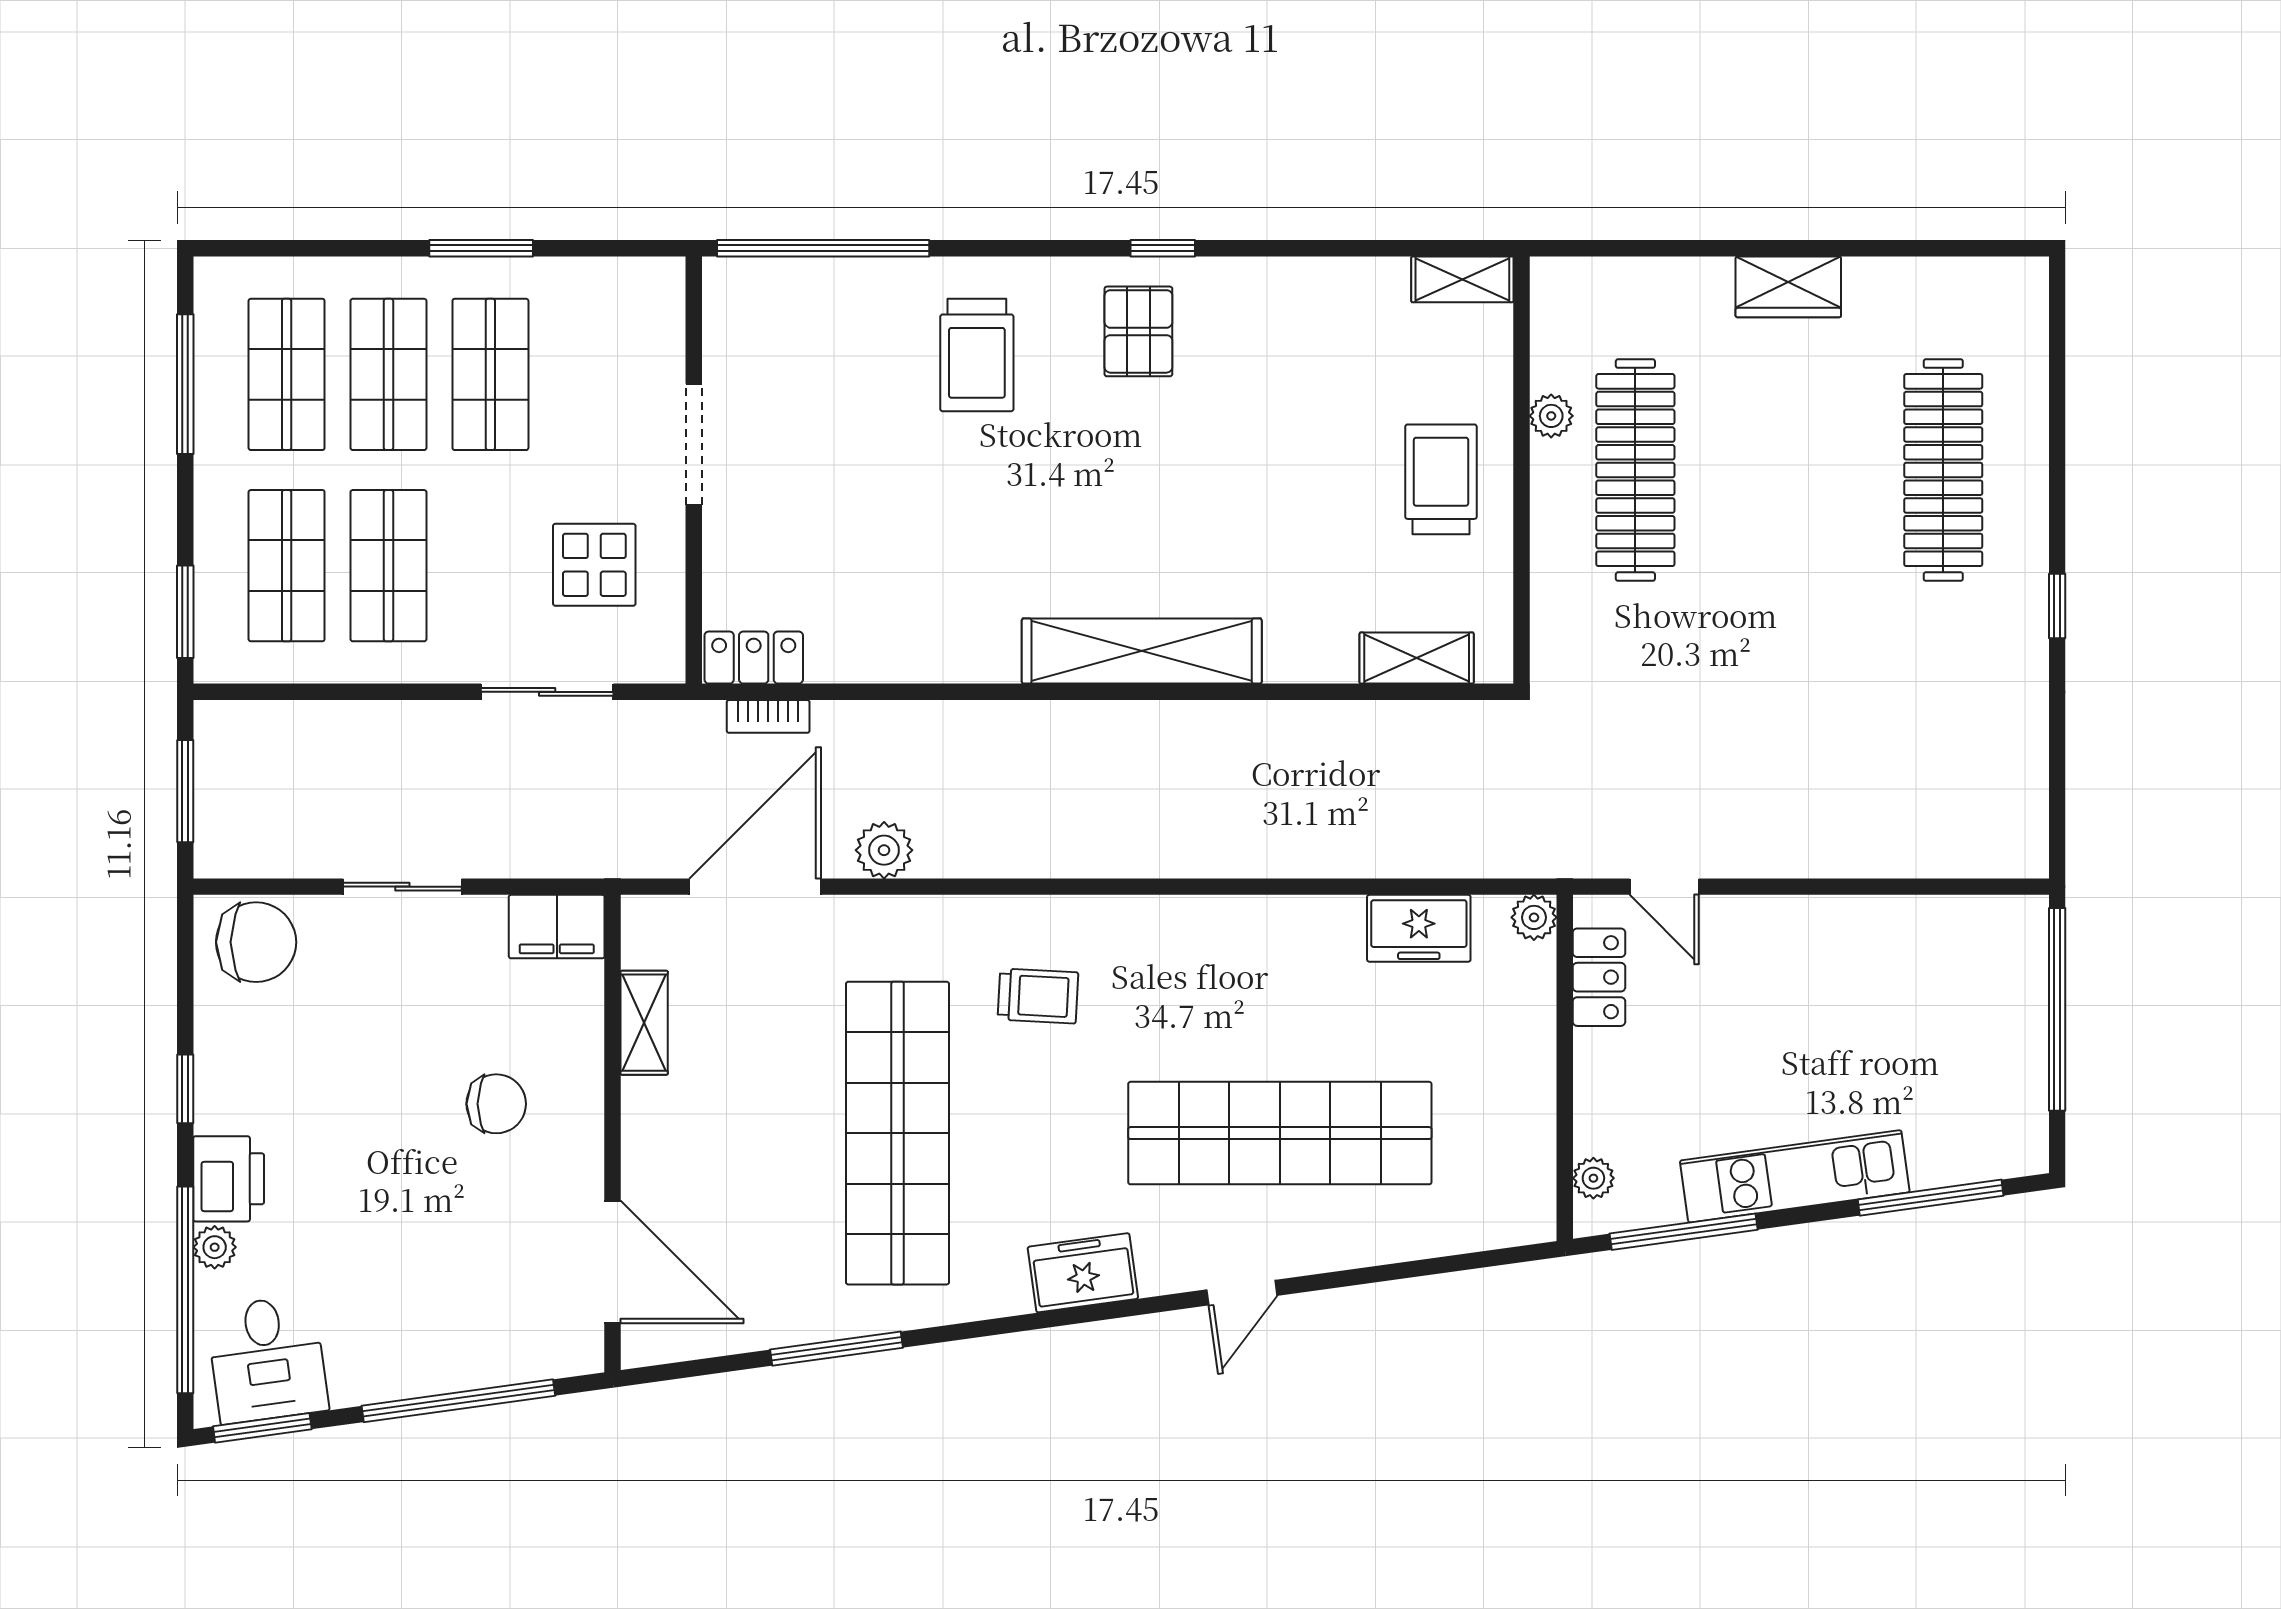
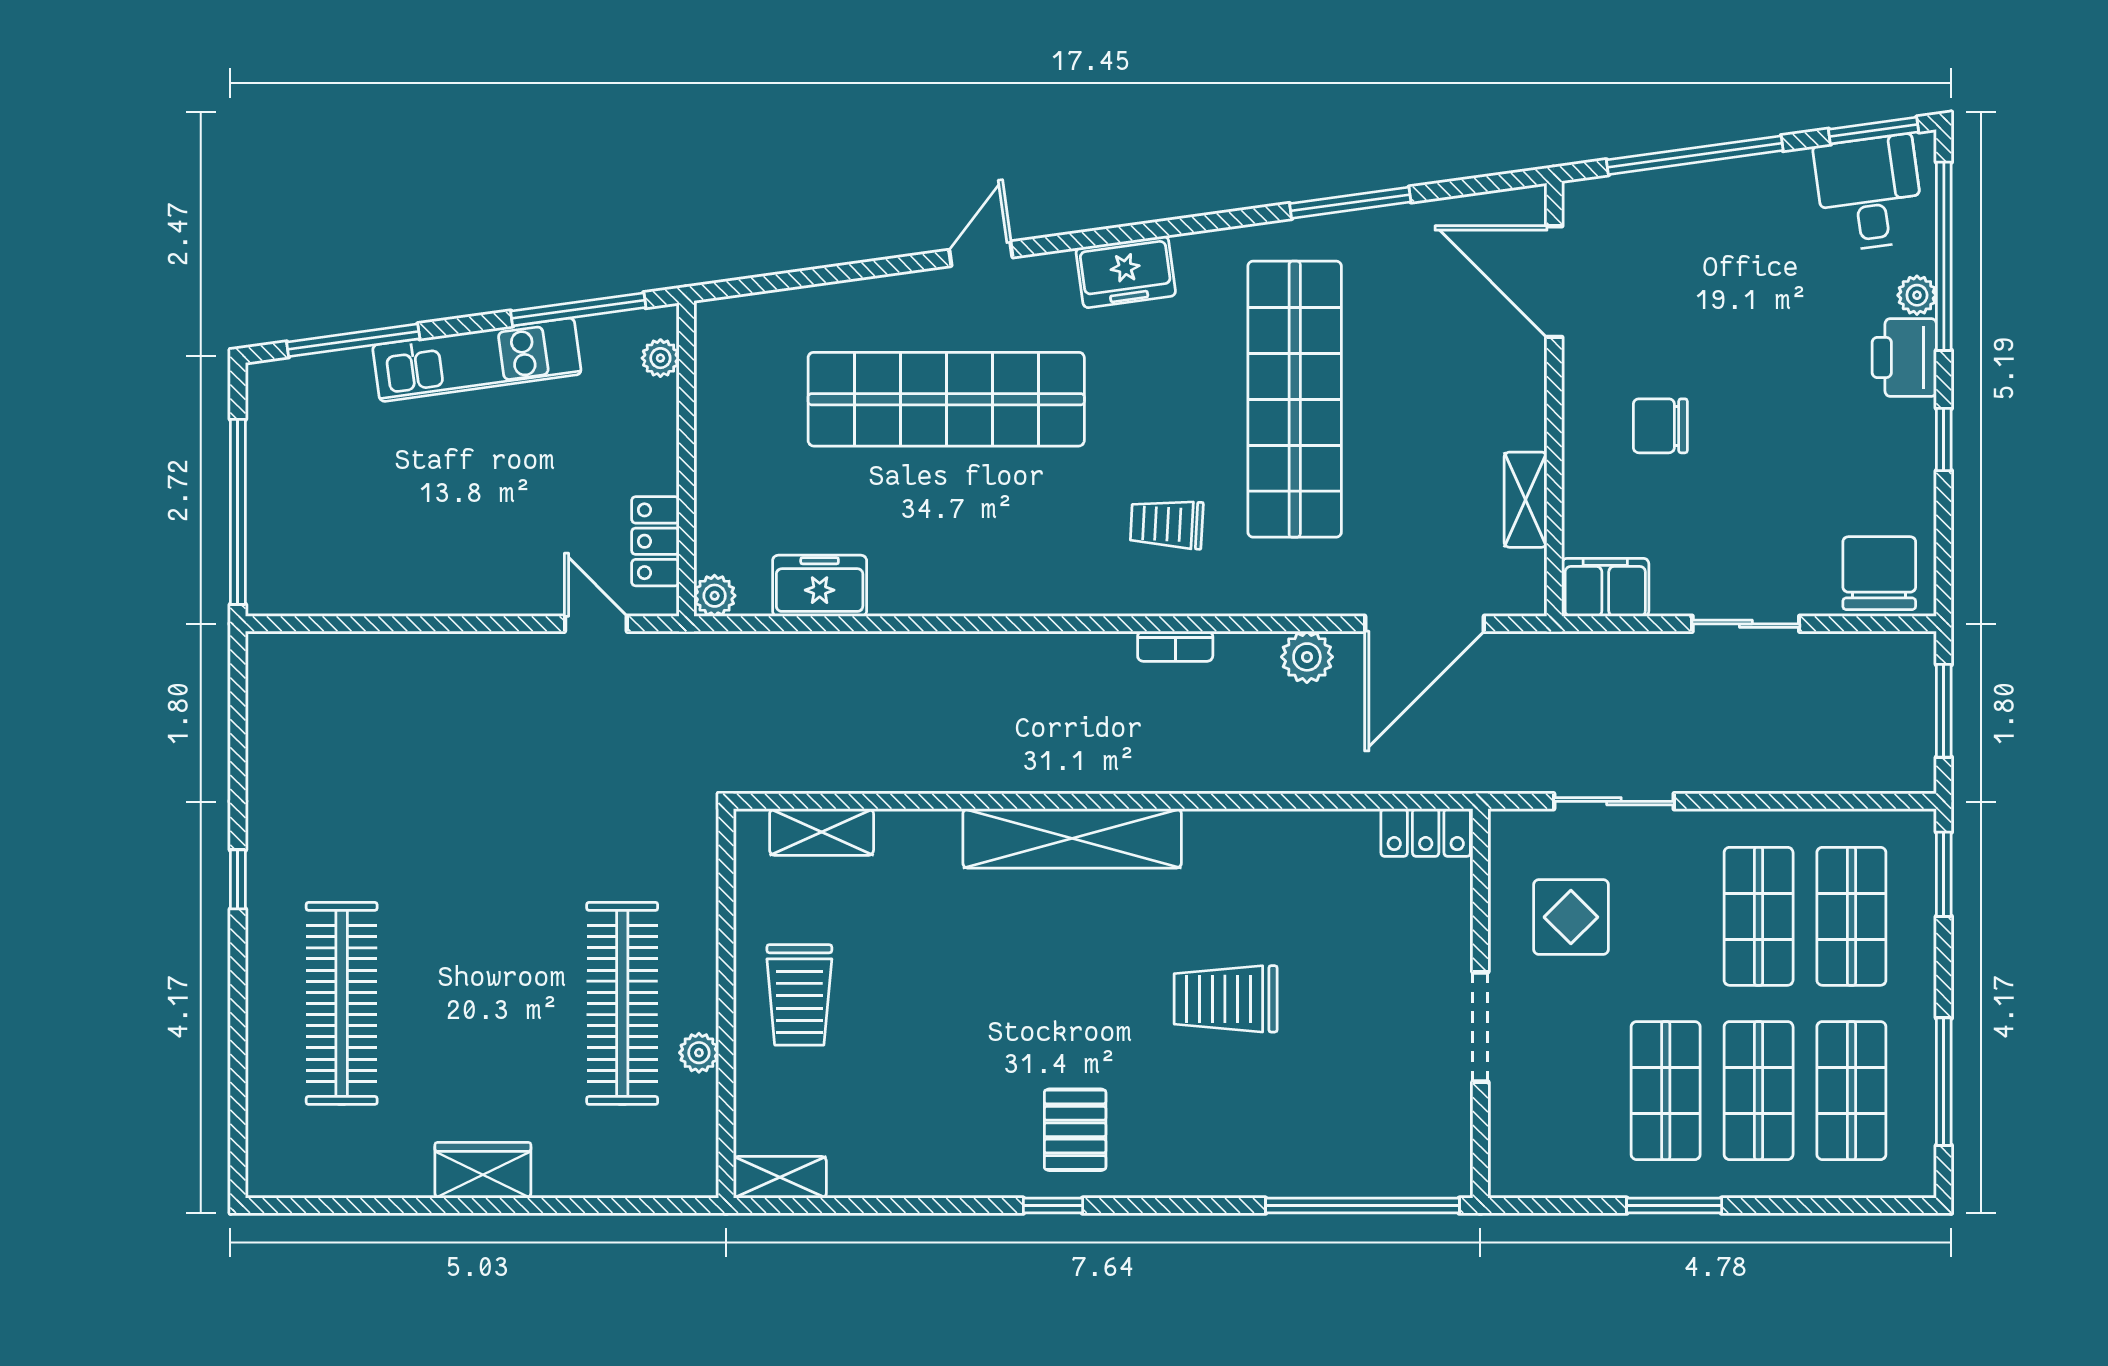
trolley: (977, 355) -> (1226, 999), moved, turned -90
bookcase: (768, 716) -> (1175, 646), moved, turned 180
chair: (256, 942) -> (1879, 573), turned 90

